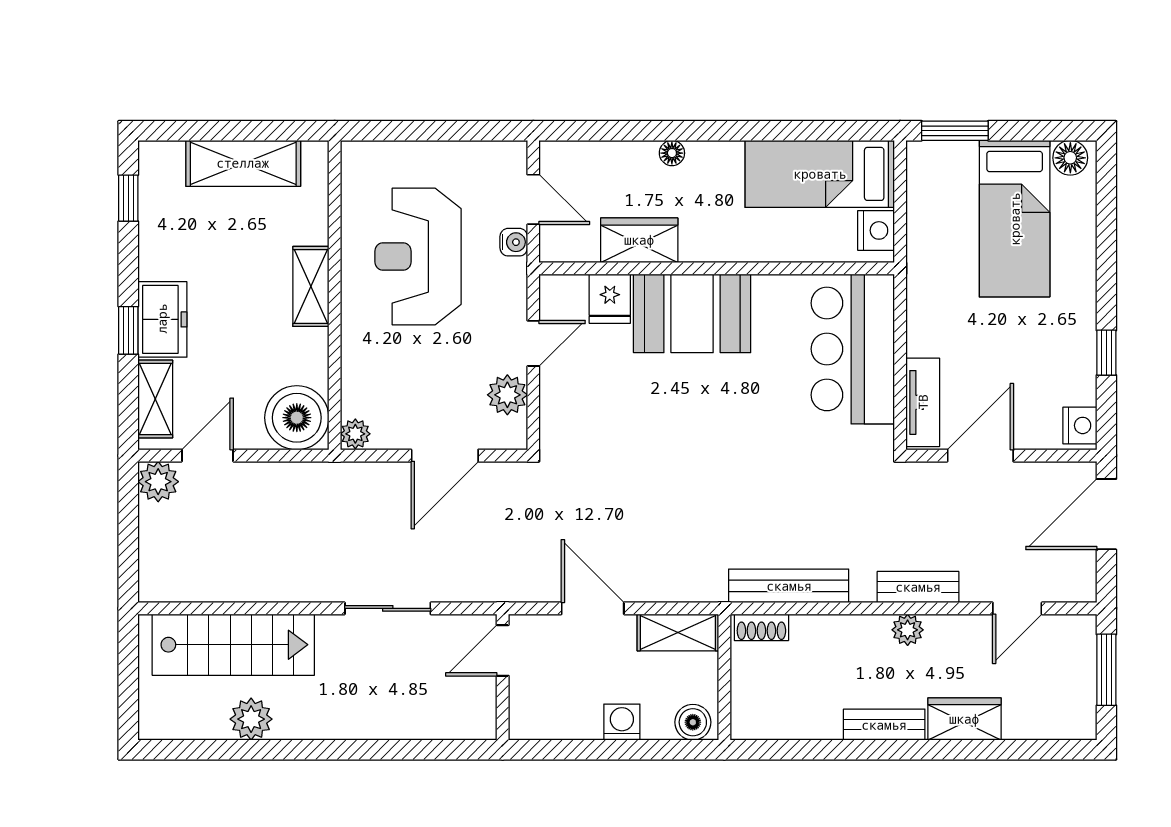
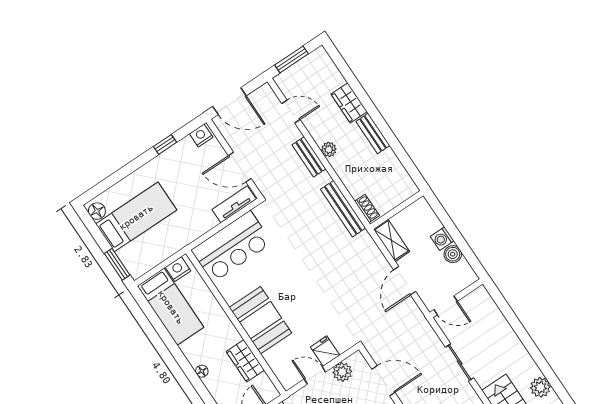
fridge: (610, 299) -> (325, 351), moved, turned -90
boiler: (693, 722) -> (453, 254), moved

